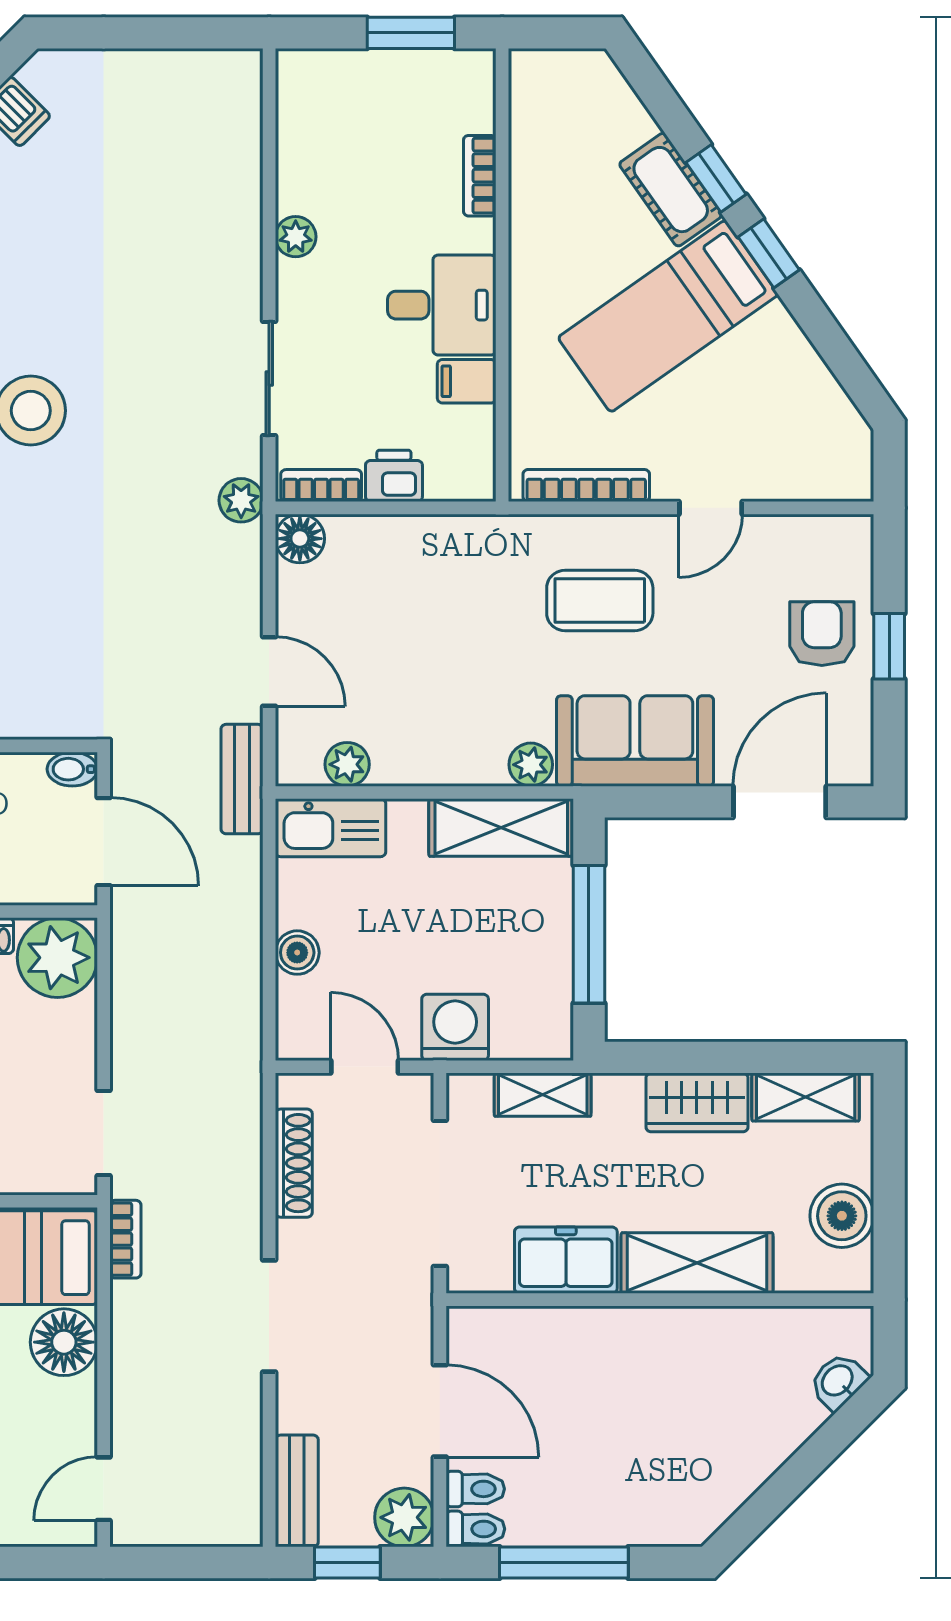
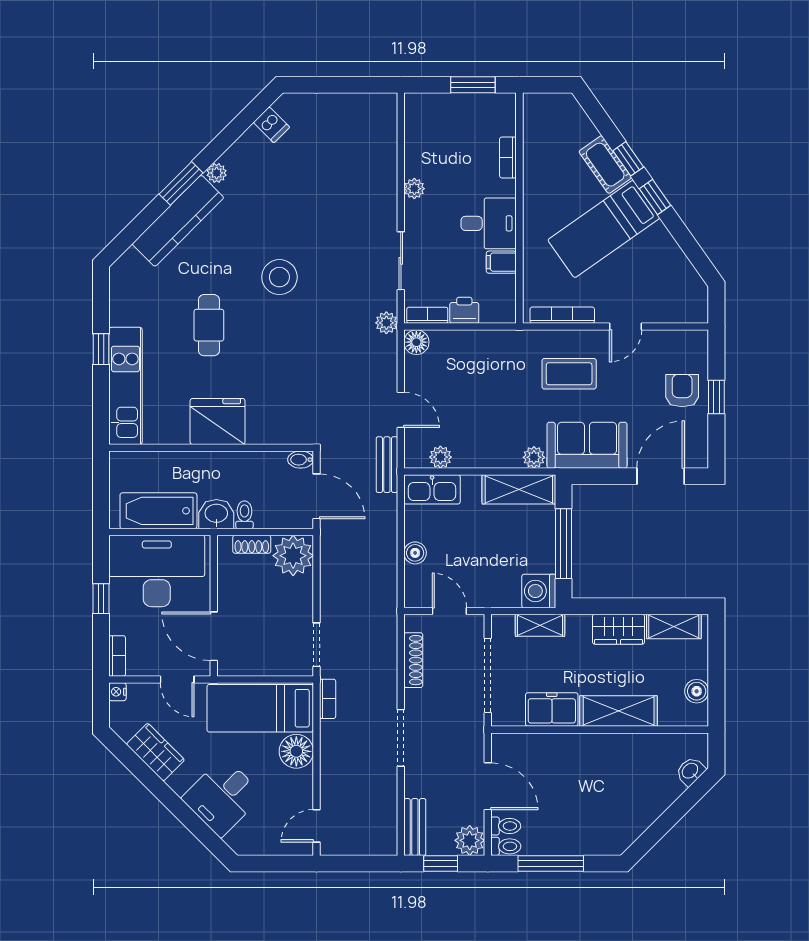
washing machine: (455, 1027) -> (539, 591), moved, turned -90
boiler: (842, 1216) -> (697, 691), width x0.73, depth x0.73

